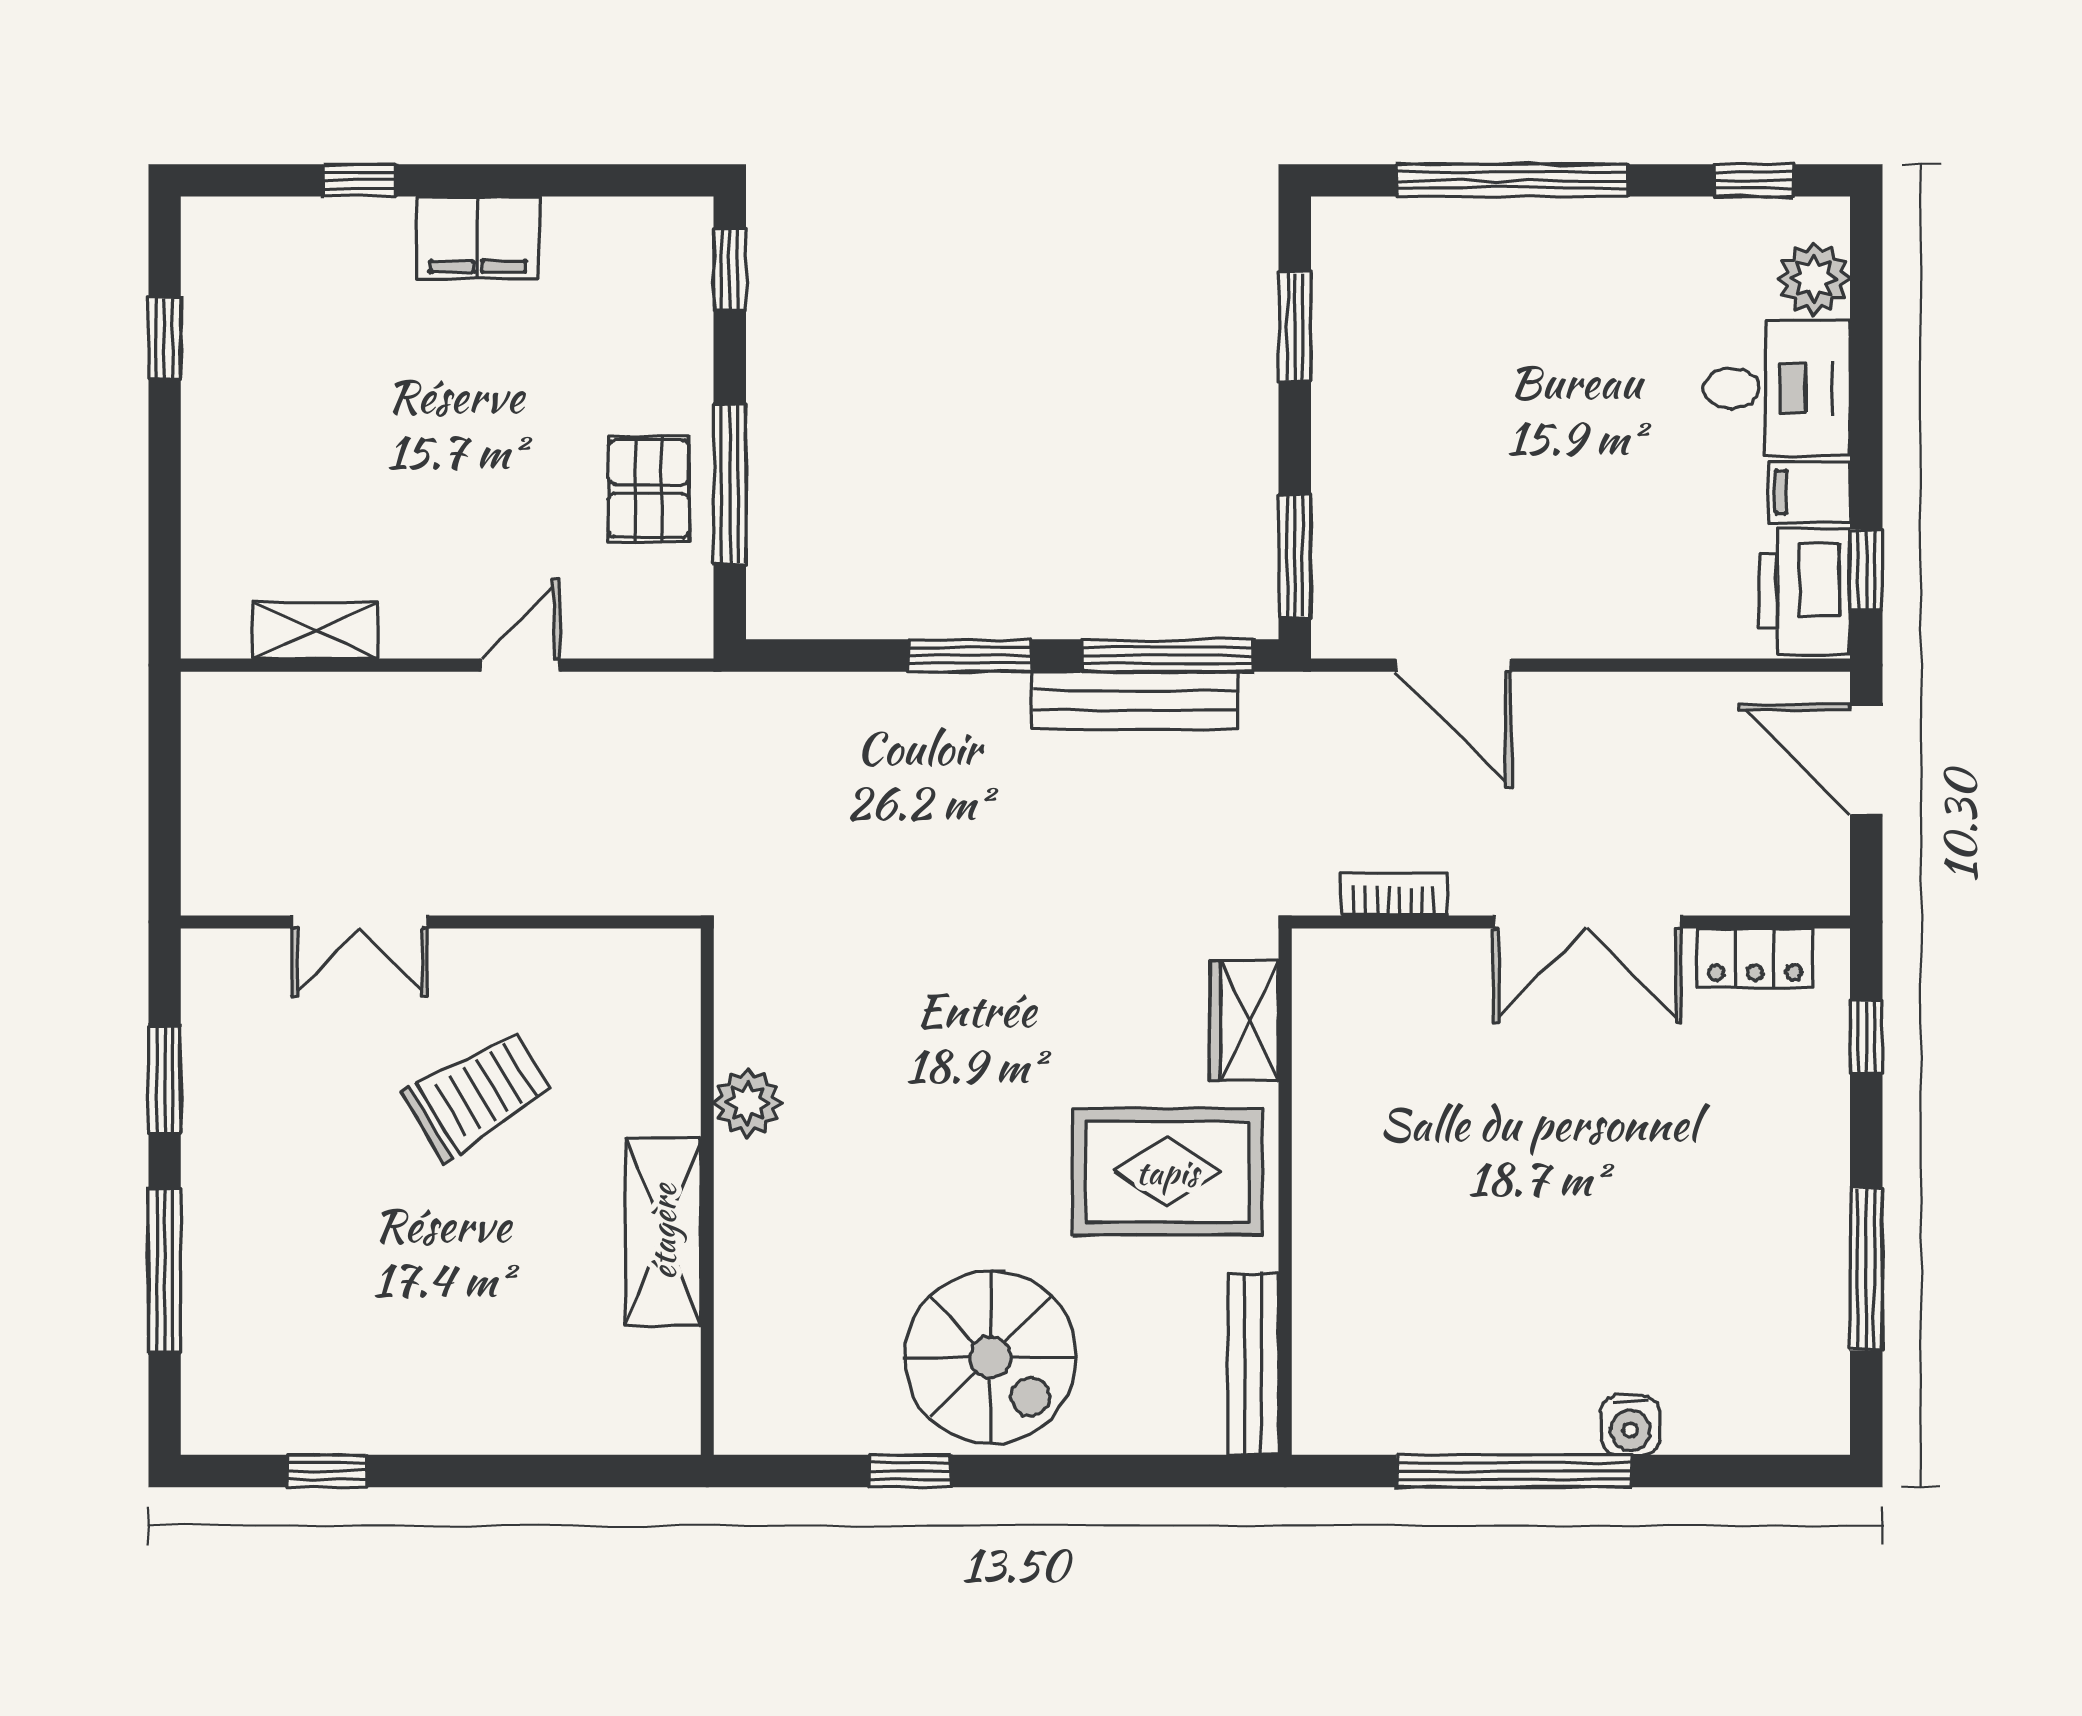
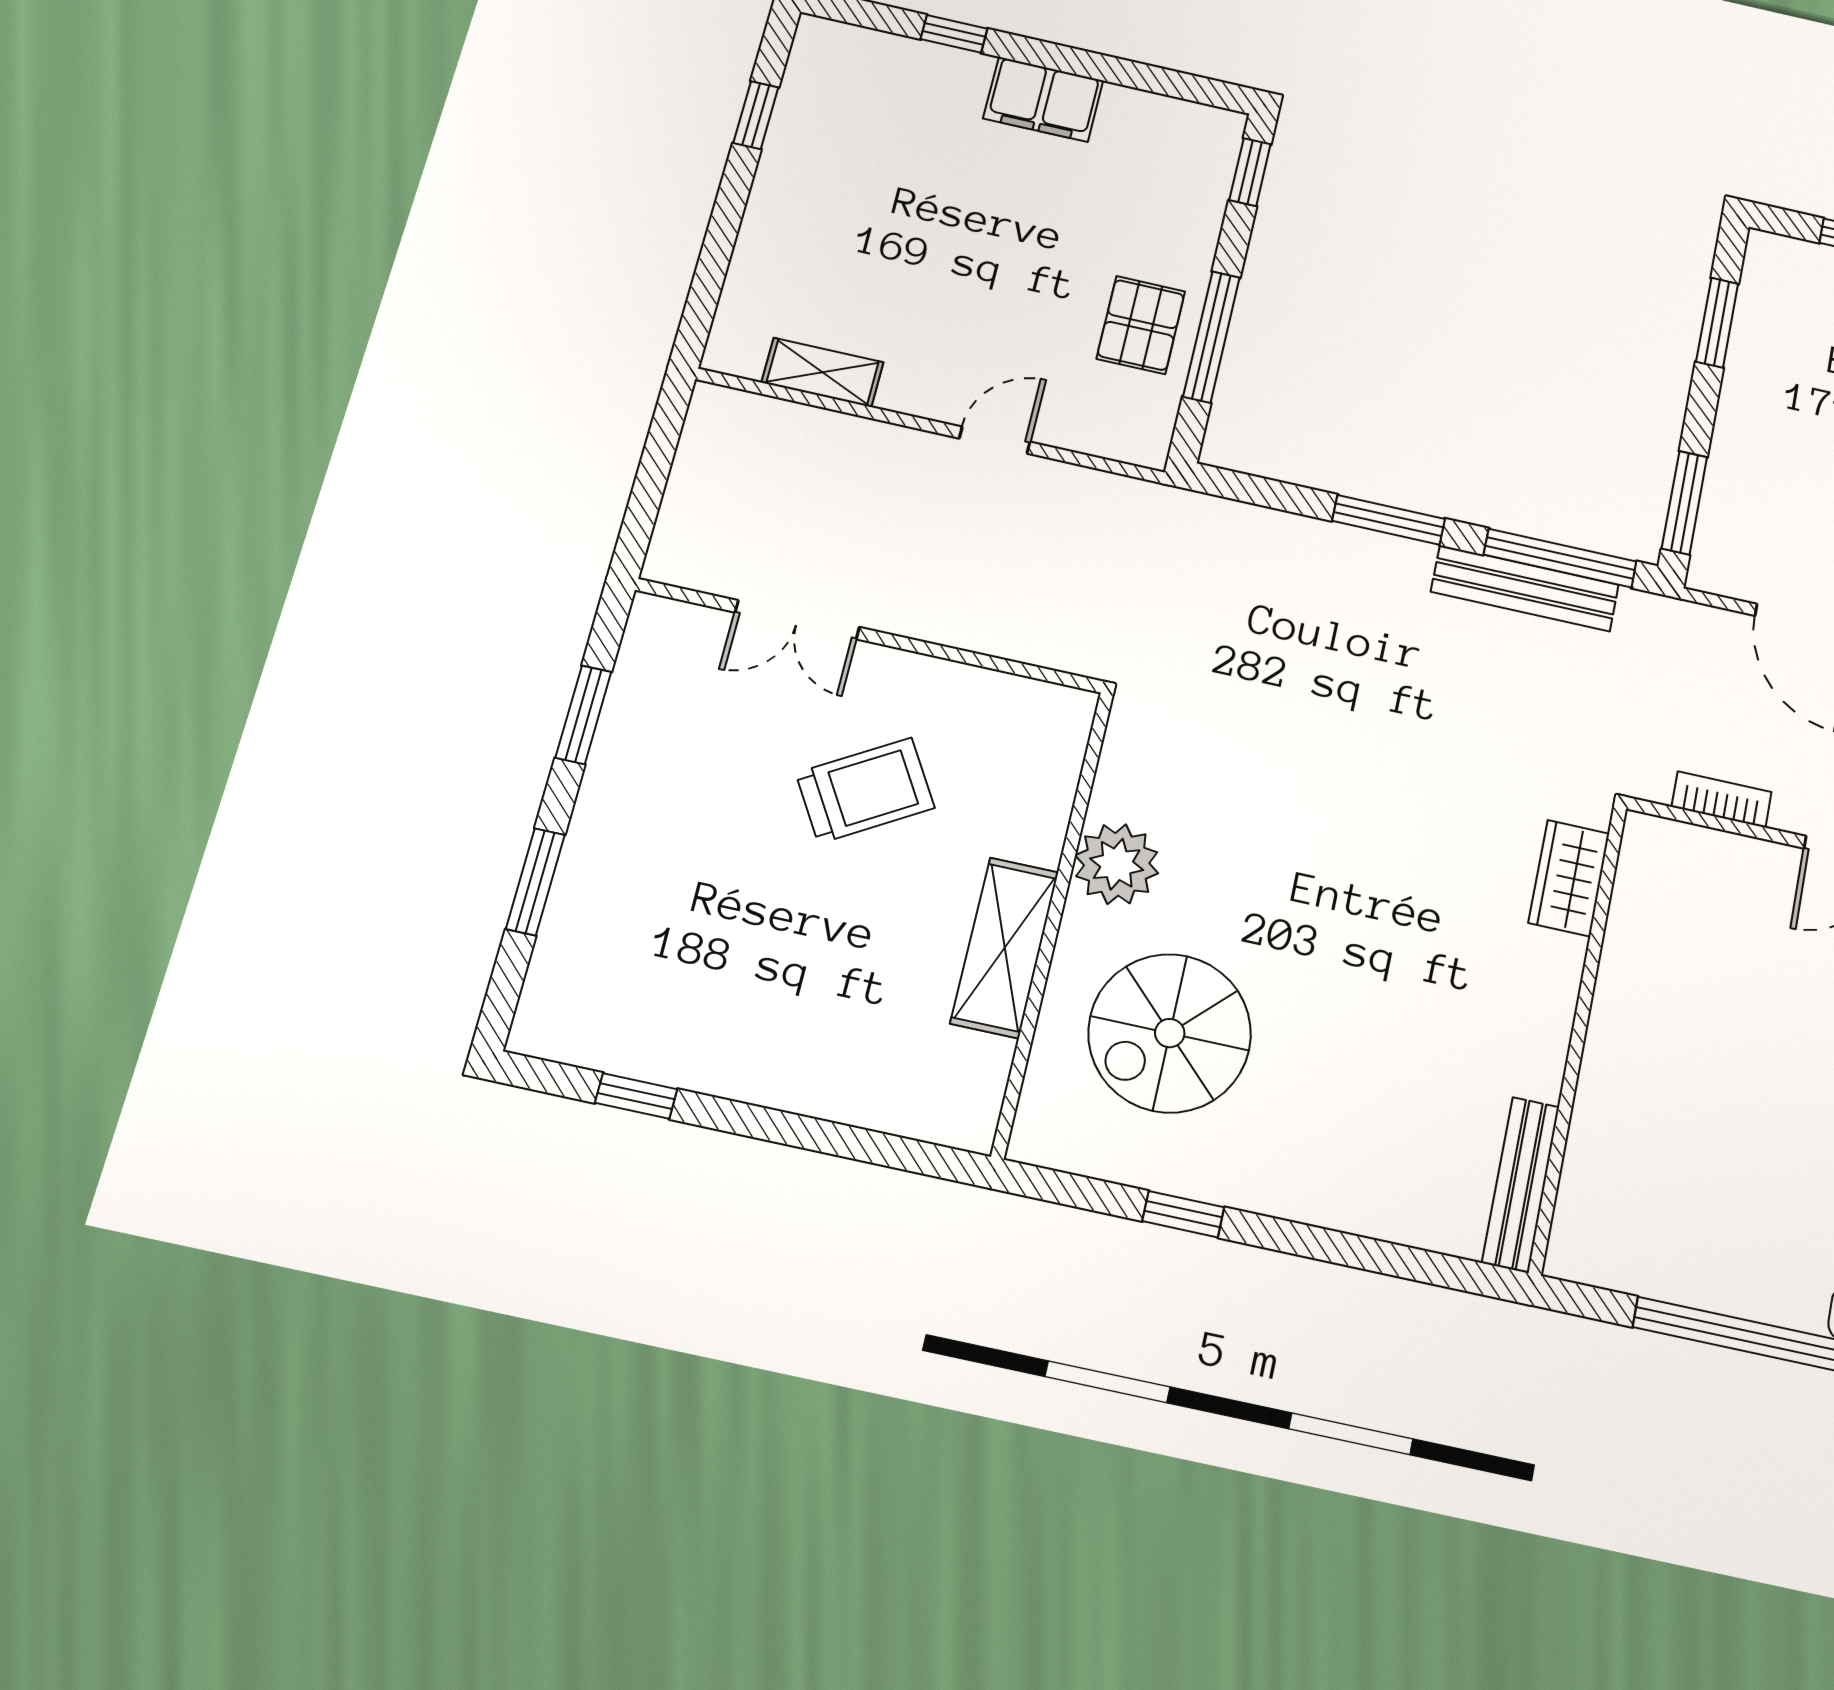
plant: (747, 1103) -> (1117, 864), width x1.36, depth x1.36
rug: (1167, 1172) -> (1475, 995), removed
window: (165, 1271) -> (535, 882), width x0.69
spiral stairs: (991, 1357) -> (1170, 1033), moved, turned 90

